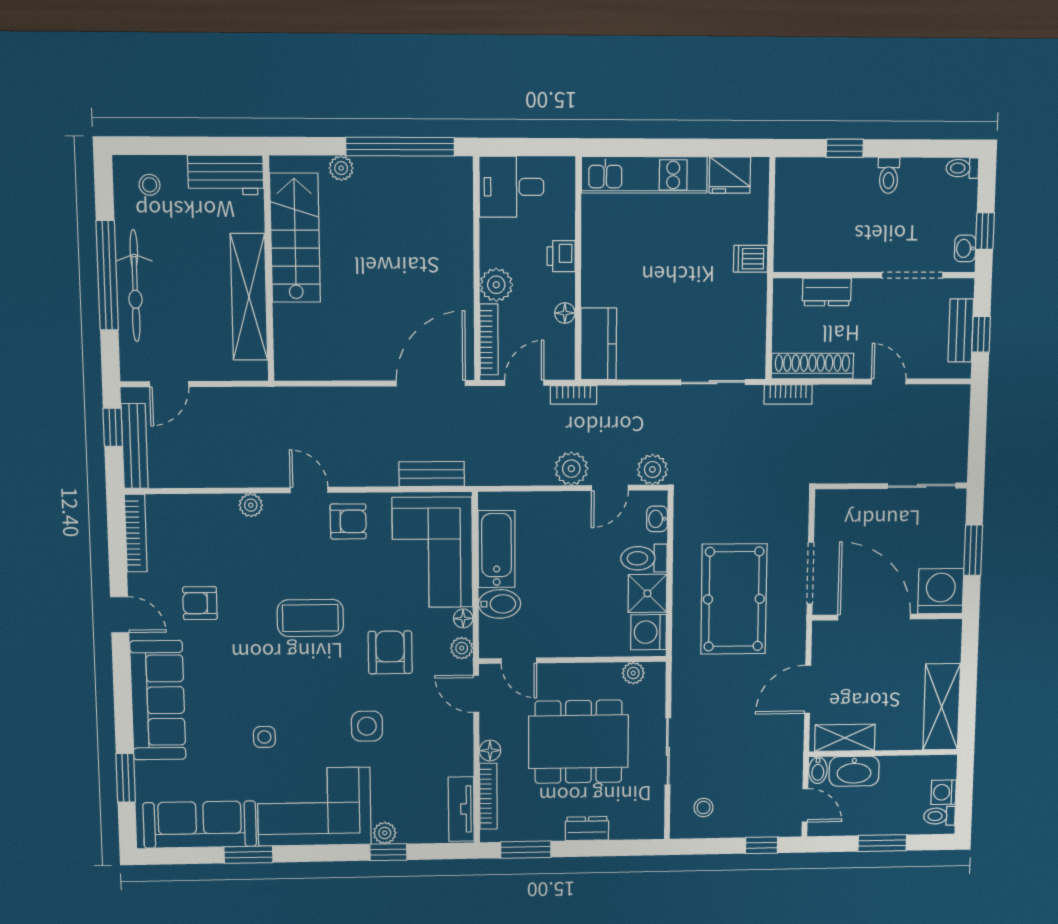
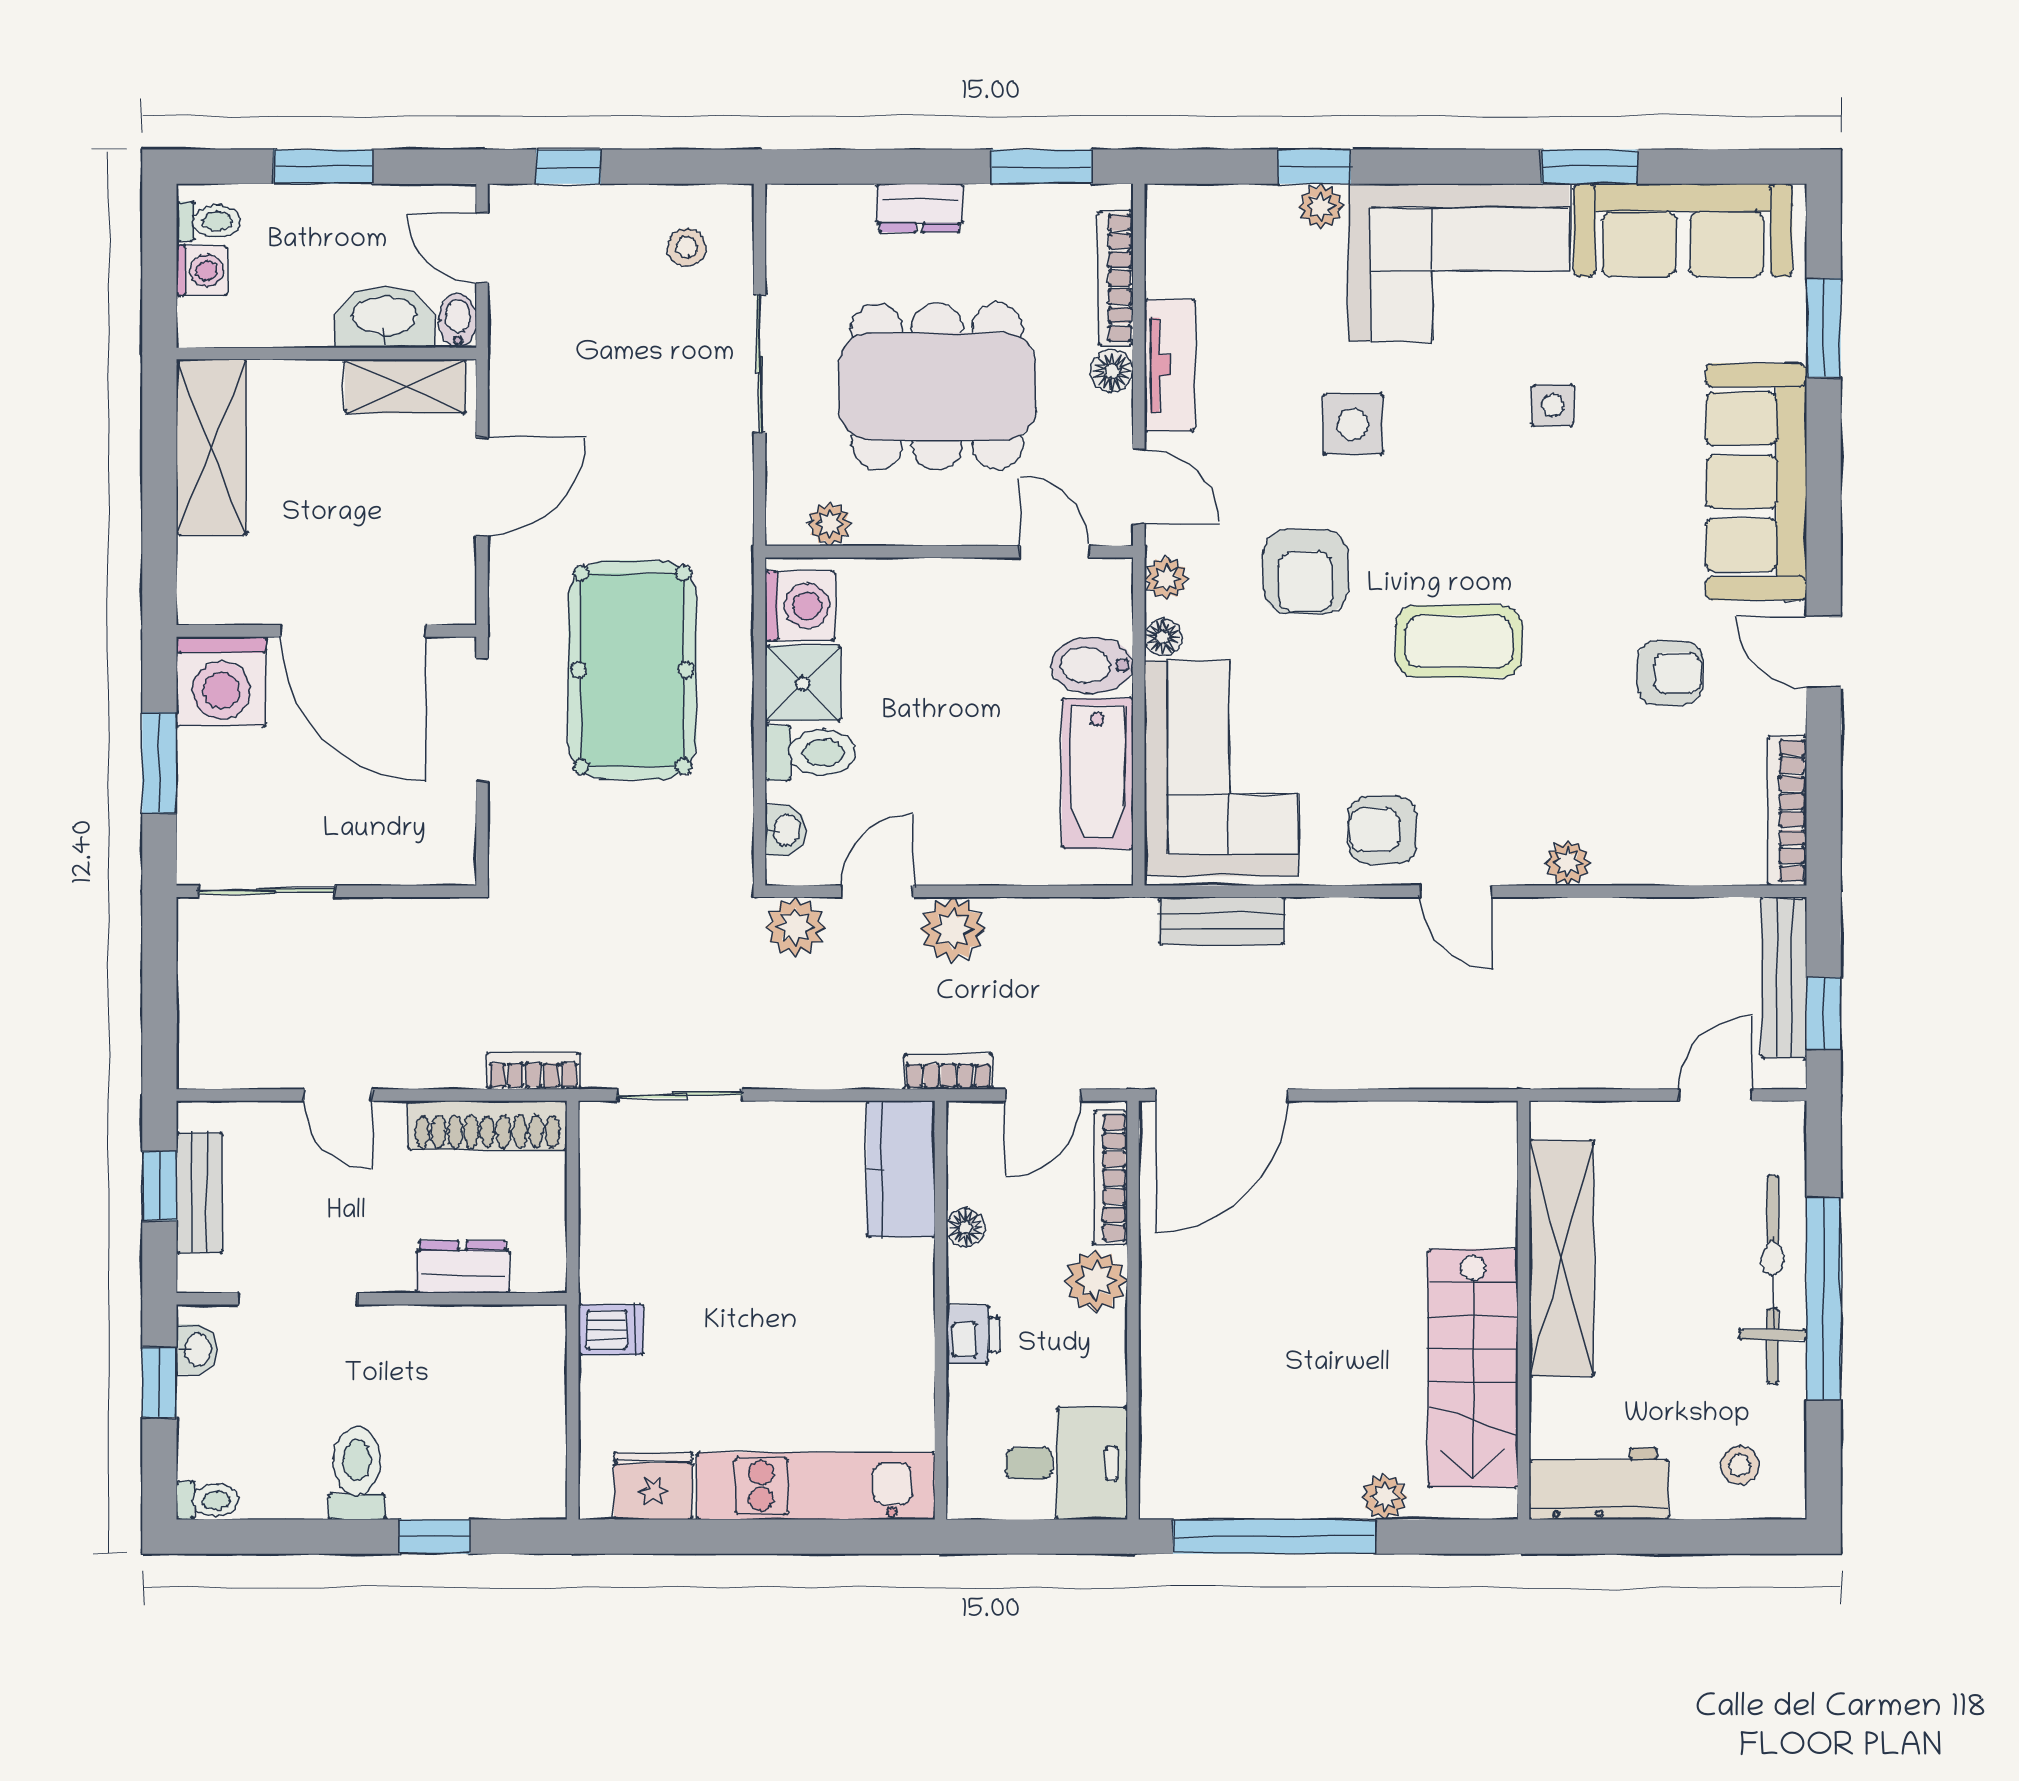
toilet: (889, 175) -> (357, 1473), width x1.37, depth x1.39
tv unit: (461, 809) -> (1169, 365), moved

